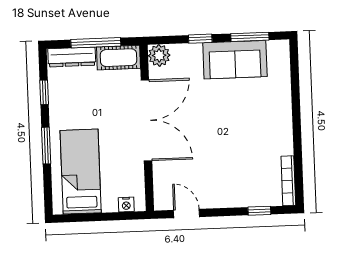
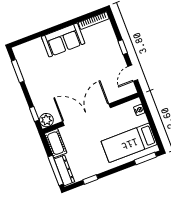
window: (200, 39) -> (34, 114), moved
window: (96, 43) -> (56, 170), moved
sofa: (235, 60) -> (63, 40), moved, turned 90
window: (46, 146) -> (145, 158), moved
window: (259, 211) -> (123, 47), moved

